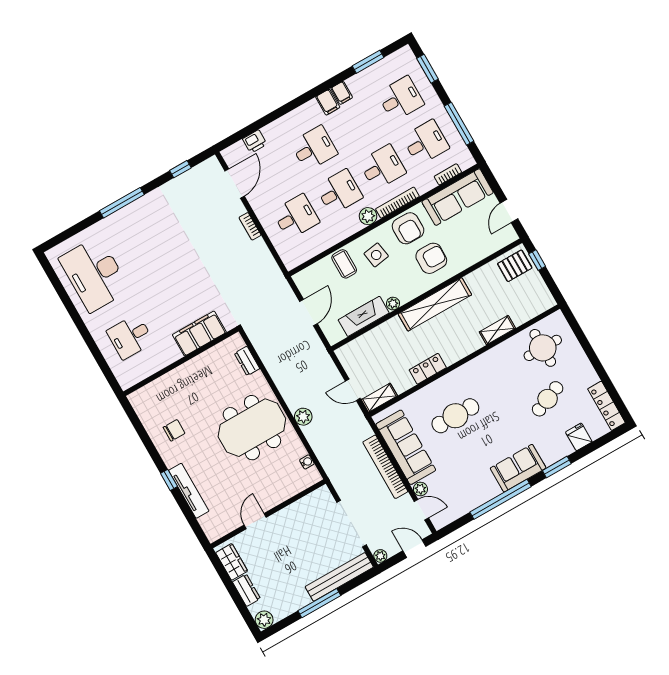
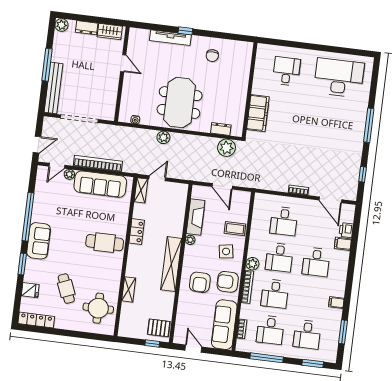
filing cabinet: (328, 102) -> (343, 244), moved
pallet: (515, 266) -> (159, 328), turned 90
cafe table: (455, 416) -> (105, 243), moved, turned 90
plant: (380, 556) -> (226, 148), moved, width x1.88, depth x1.88

